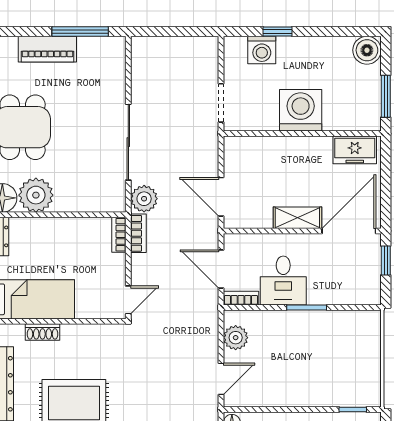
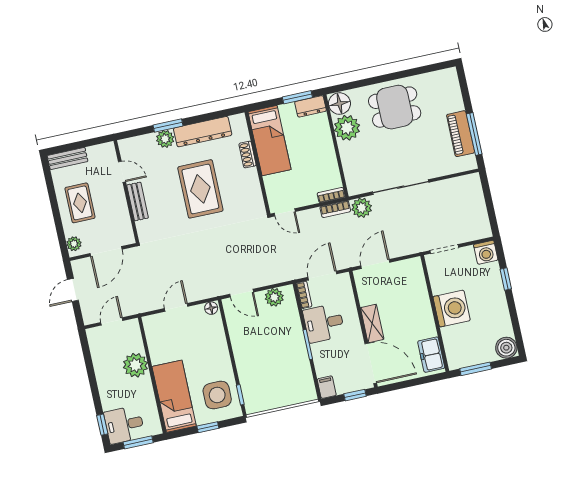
piano: (47, 49) -> (461, 134), moved
washing machine: (262, 50) -> (486, 252), moved, turned -90
filing cabinet: (367, 295) -> (327, 387), added

